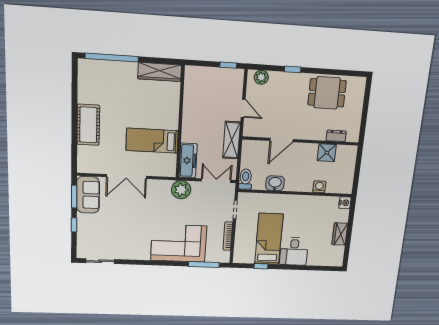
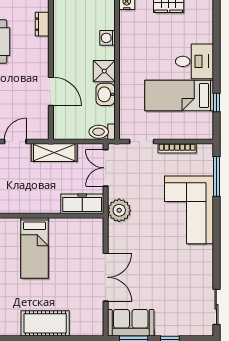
bed: (152, 141) -> (34, 248), moved
shower: (327, 153) -> (104, 71), moved

